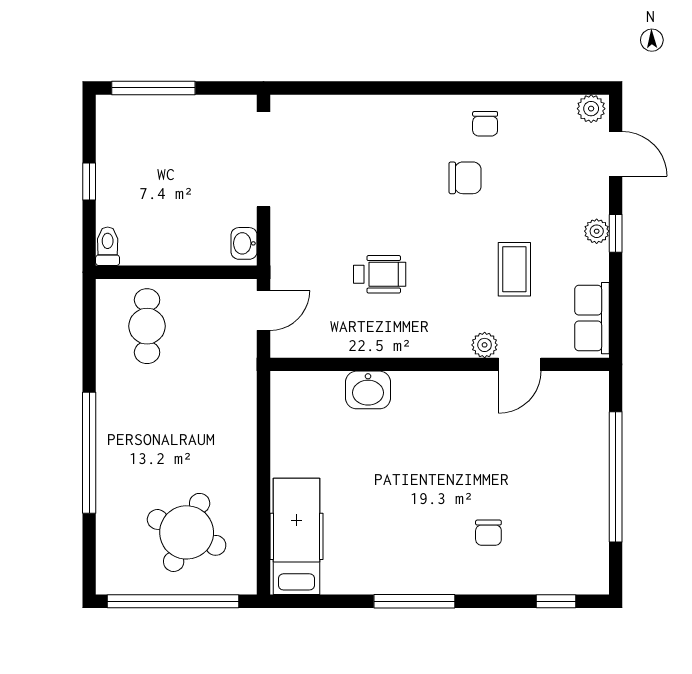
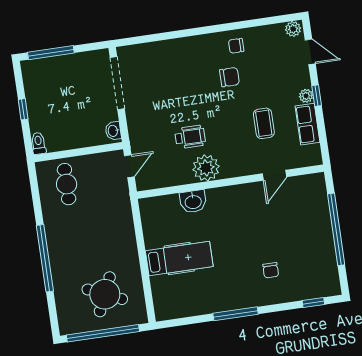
chair: (485, 124) -> (236, 46), turned 90
row of seats: (592, 318) -> (308, 124), moved
plant: (485, 345) -> (206, 168), moved, width x1.87, depth x1.87
hospital bed: (296, 536) -> (179, 259), moved, turned 90

